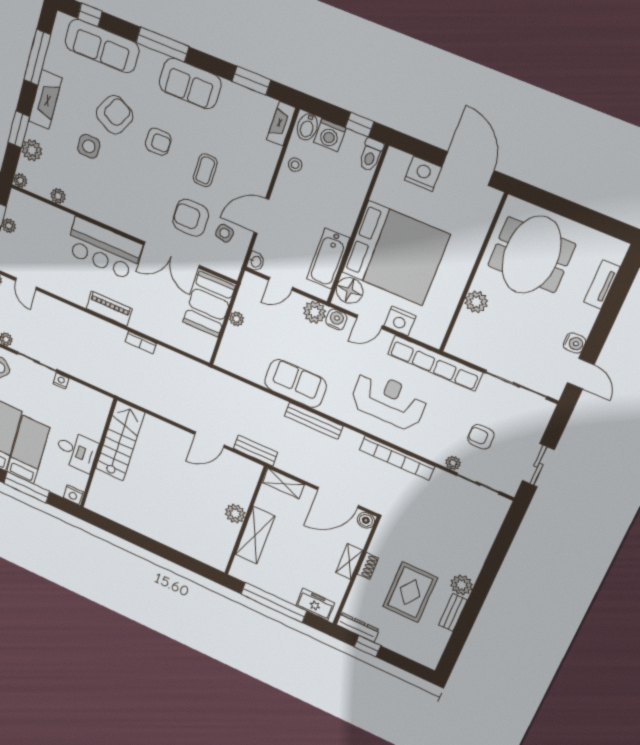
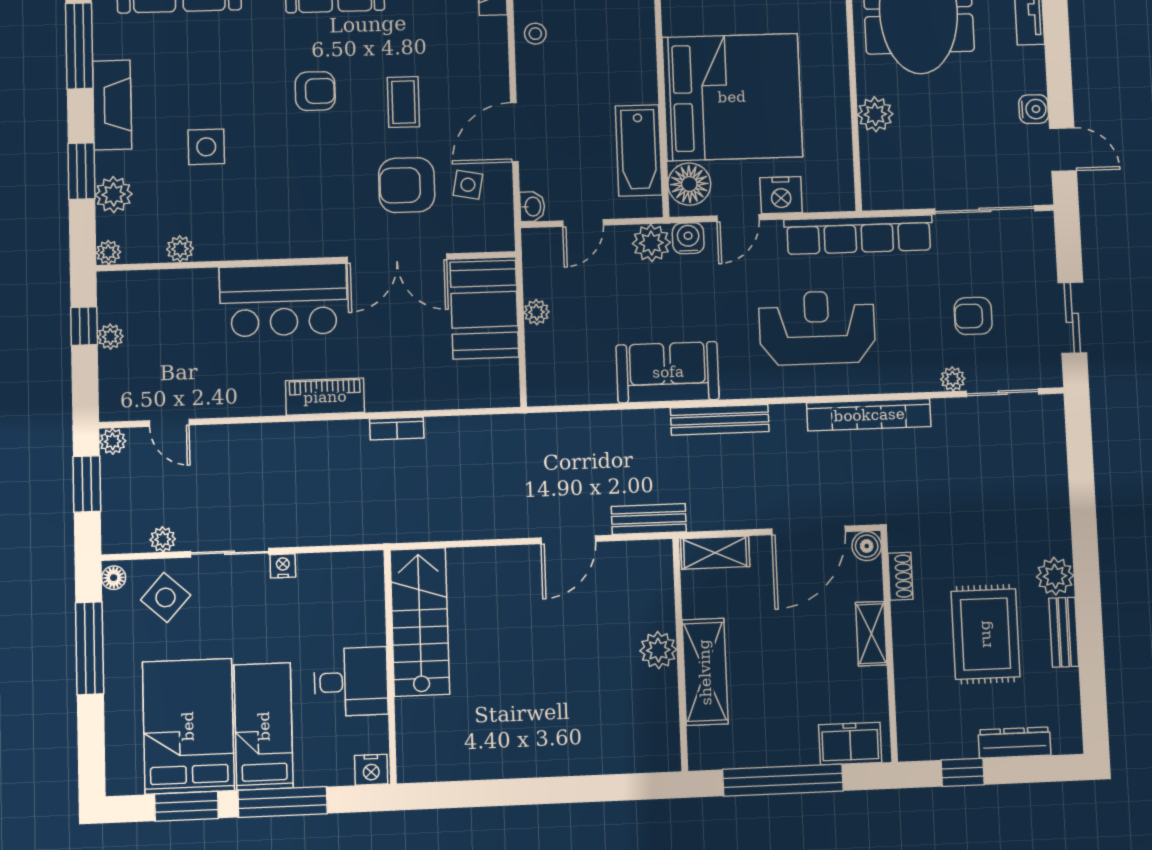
armchair: (115, 115) -> (232, 80), removed
shoe rack: (368, 566) -> (900, 576), moved
dresser: (358, 627) -> (1015, 742), moved

